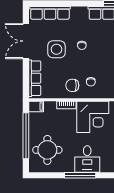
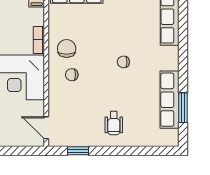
side table: (56, 49) -> (118, 26), removed

